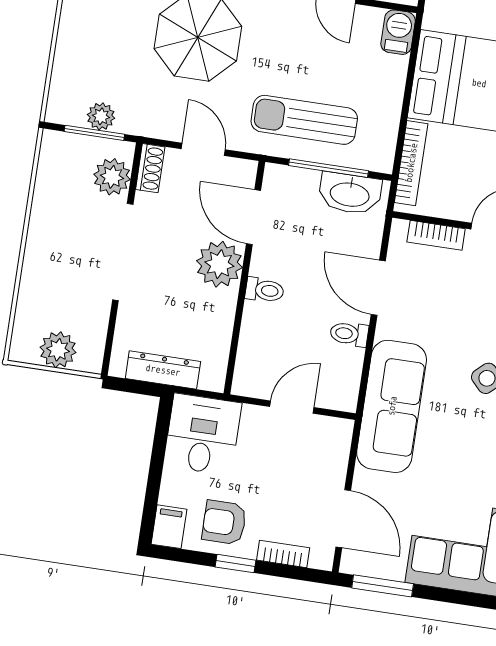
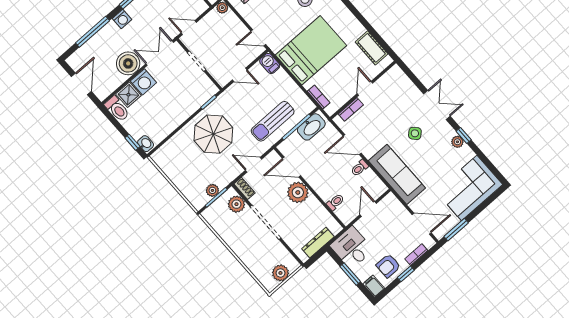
bookcase: (411, 163) -> (319, 97), width x0.64
toilet: (265, 290) -> (335, 202), moved
window: (156, 470) -> (350, 274), added

